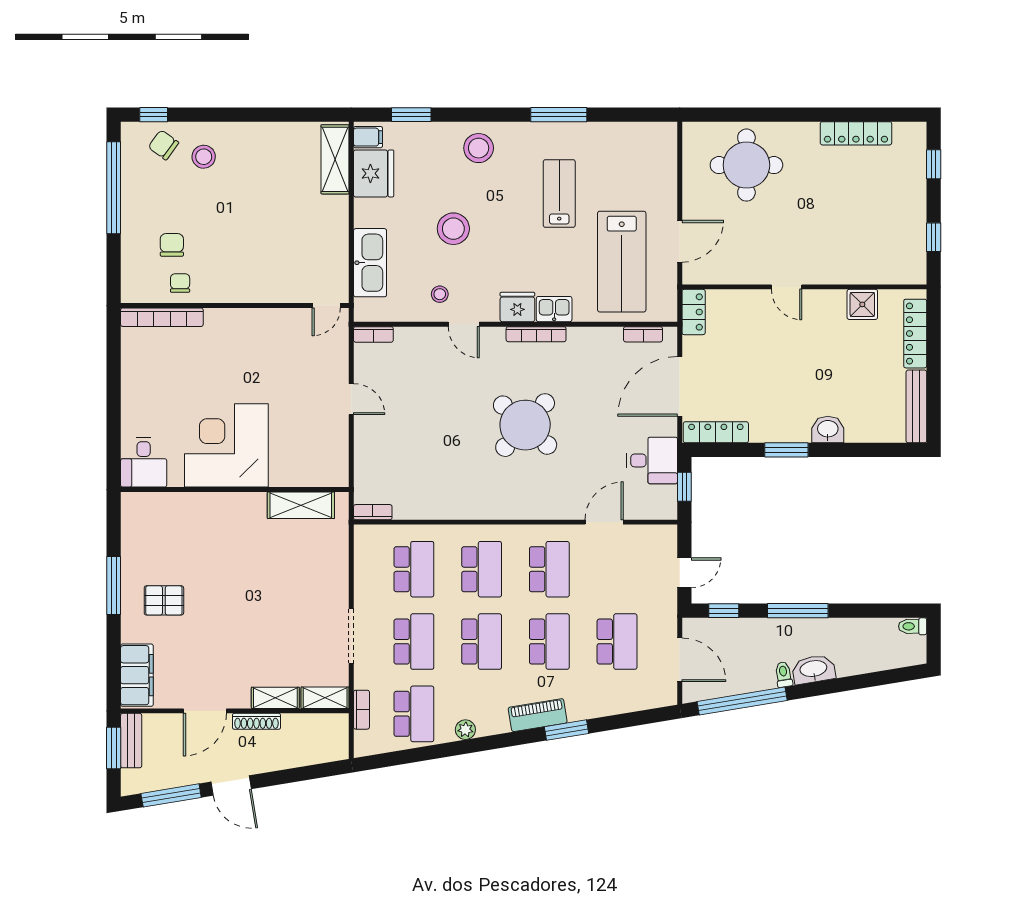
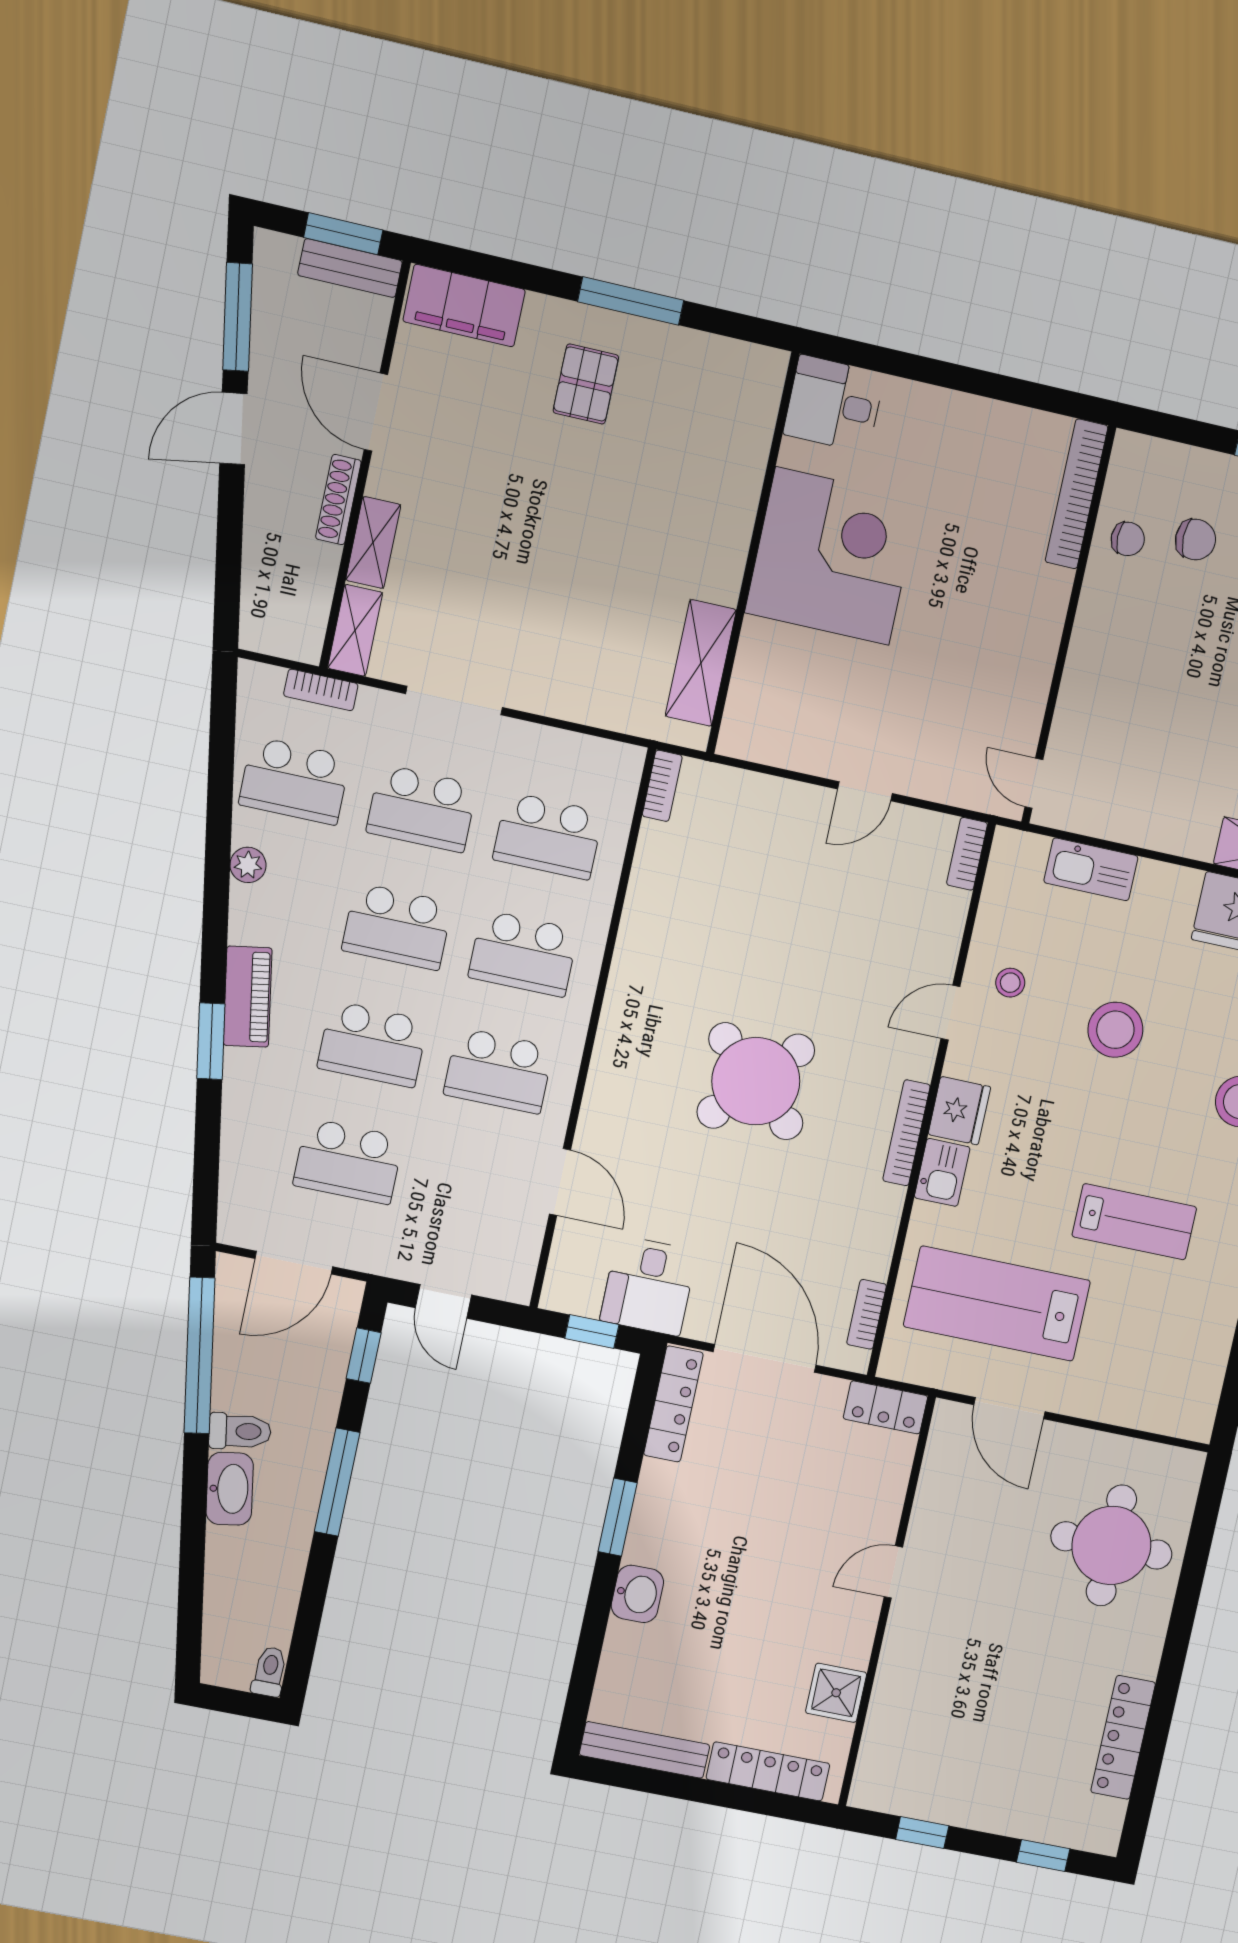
kitchen sink: (370, 263) -> (1091, 869), width x0.73, depth x0.81
toilet: (784, 675) -> (240, 1431), width x1.37, depth x1.39

